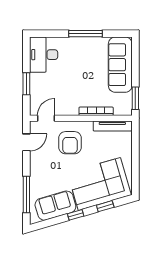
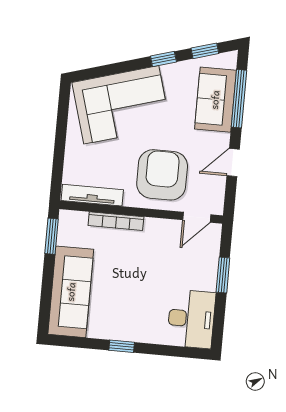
window: (85, 34) -> (122, 346), width x0.46
door: (26, 142) -> (233, 162), moved
armchair: (70, 143) -> (162, 175), width x1.36, depth x1.36
sofa: (55, 206) -> (215, 100), moved, turned 106
window: (105, 206) -> (205, 51), moved

